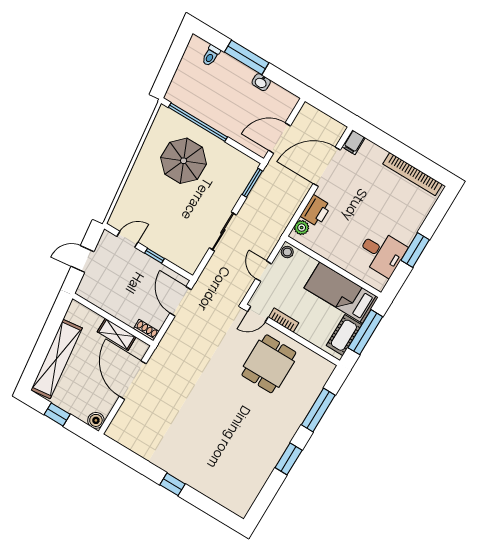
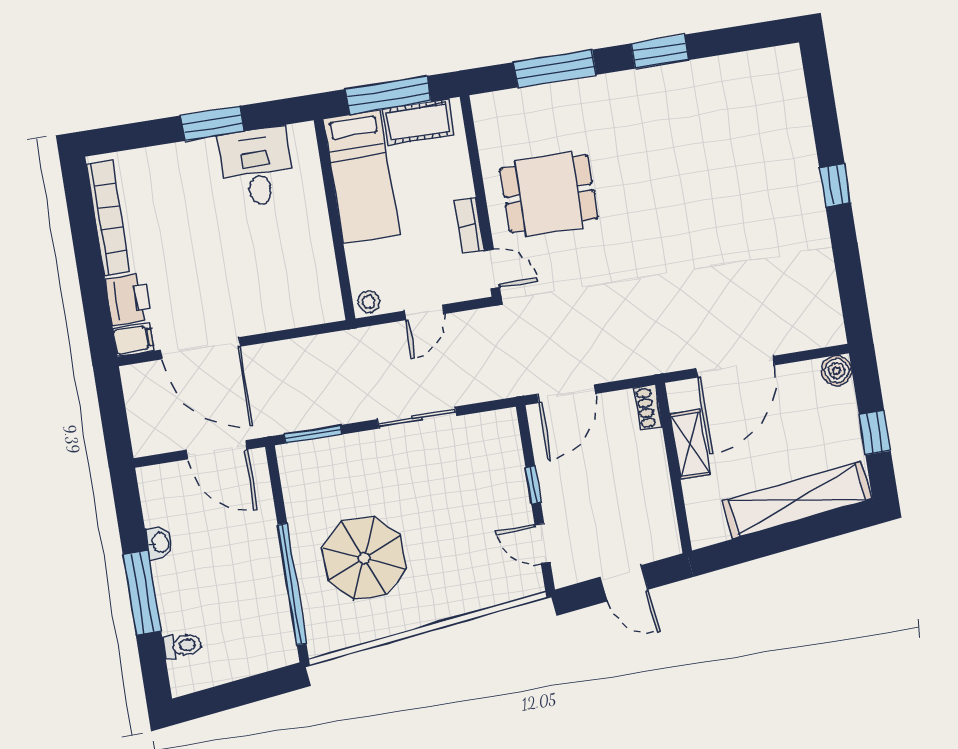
printer: (316, 211) -> (128, 299), moved, turned 90
plant: (302, 228) -> (317, 311), removed

